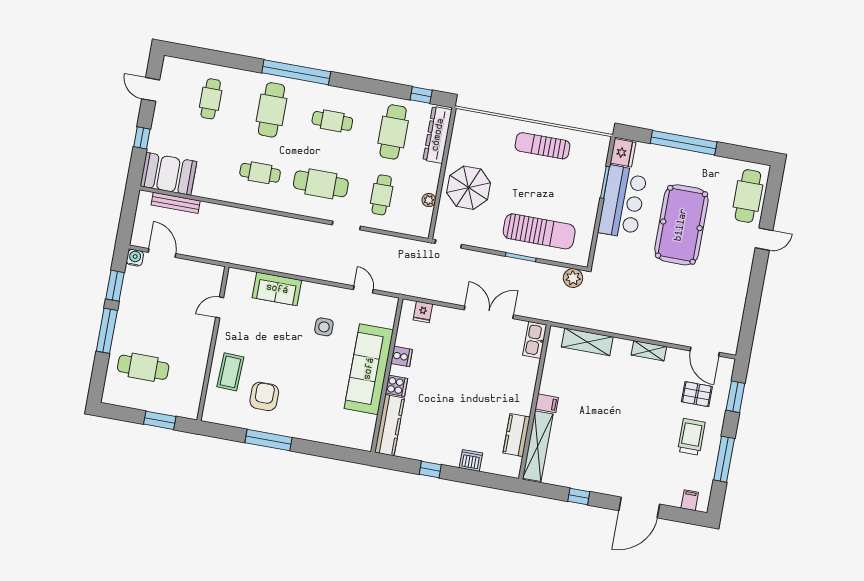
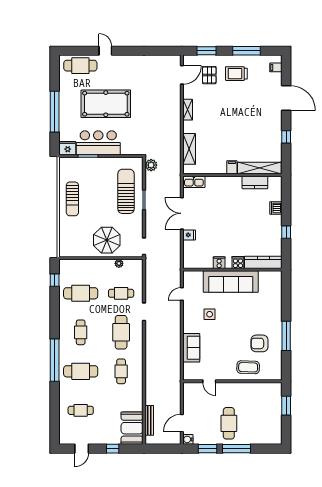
dresser: (438, 135) -> (77, 265), removed
fridge: (423, 312) -> (189, 235), moved
cafe table: (143, 367) -> (229, 423), moved

